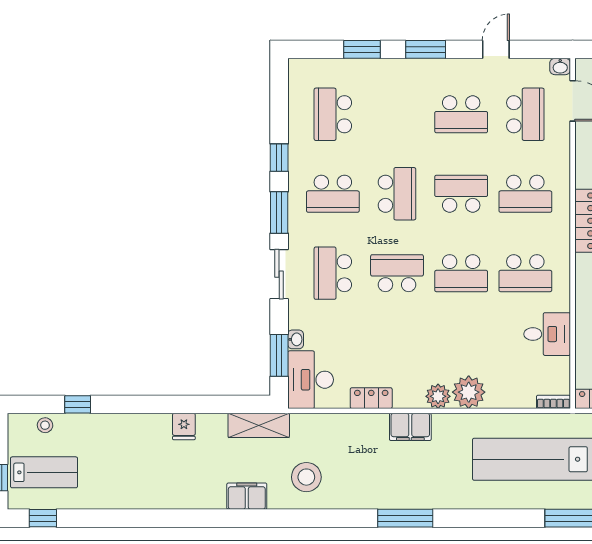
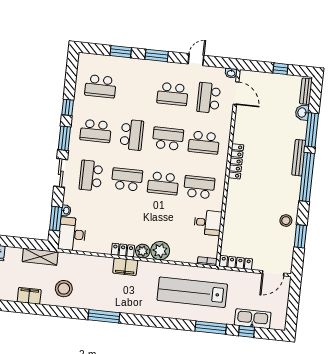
school desk: (333, 114) -> (100, 86), turned -90
school desk: (525, 114) -> (209, 98), turned 180
school desk: (525, 273) -> (199, 187), turned 180
locker: (371, 398) -> (123, 250), moved
window: (405, 518) -> (104, 316), moved

